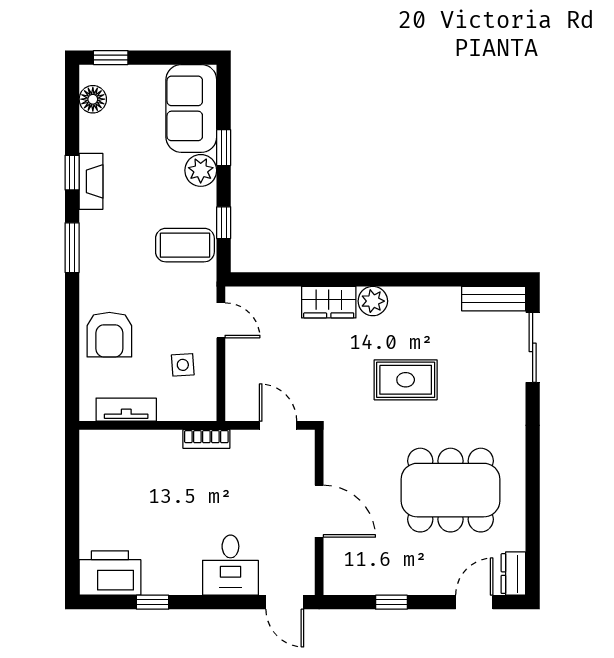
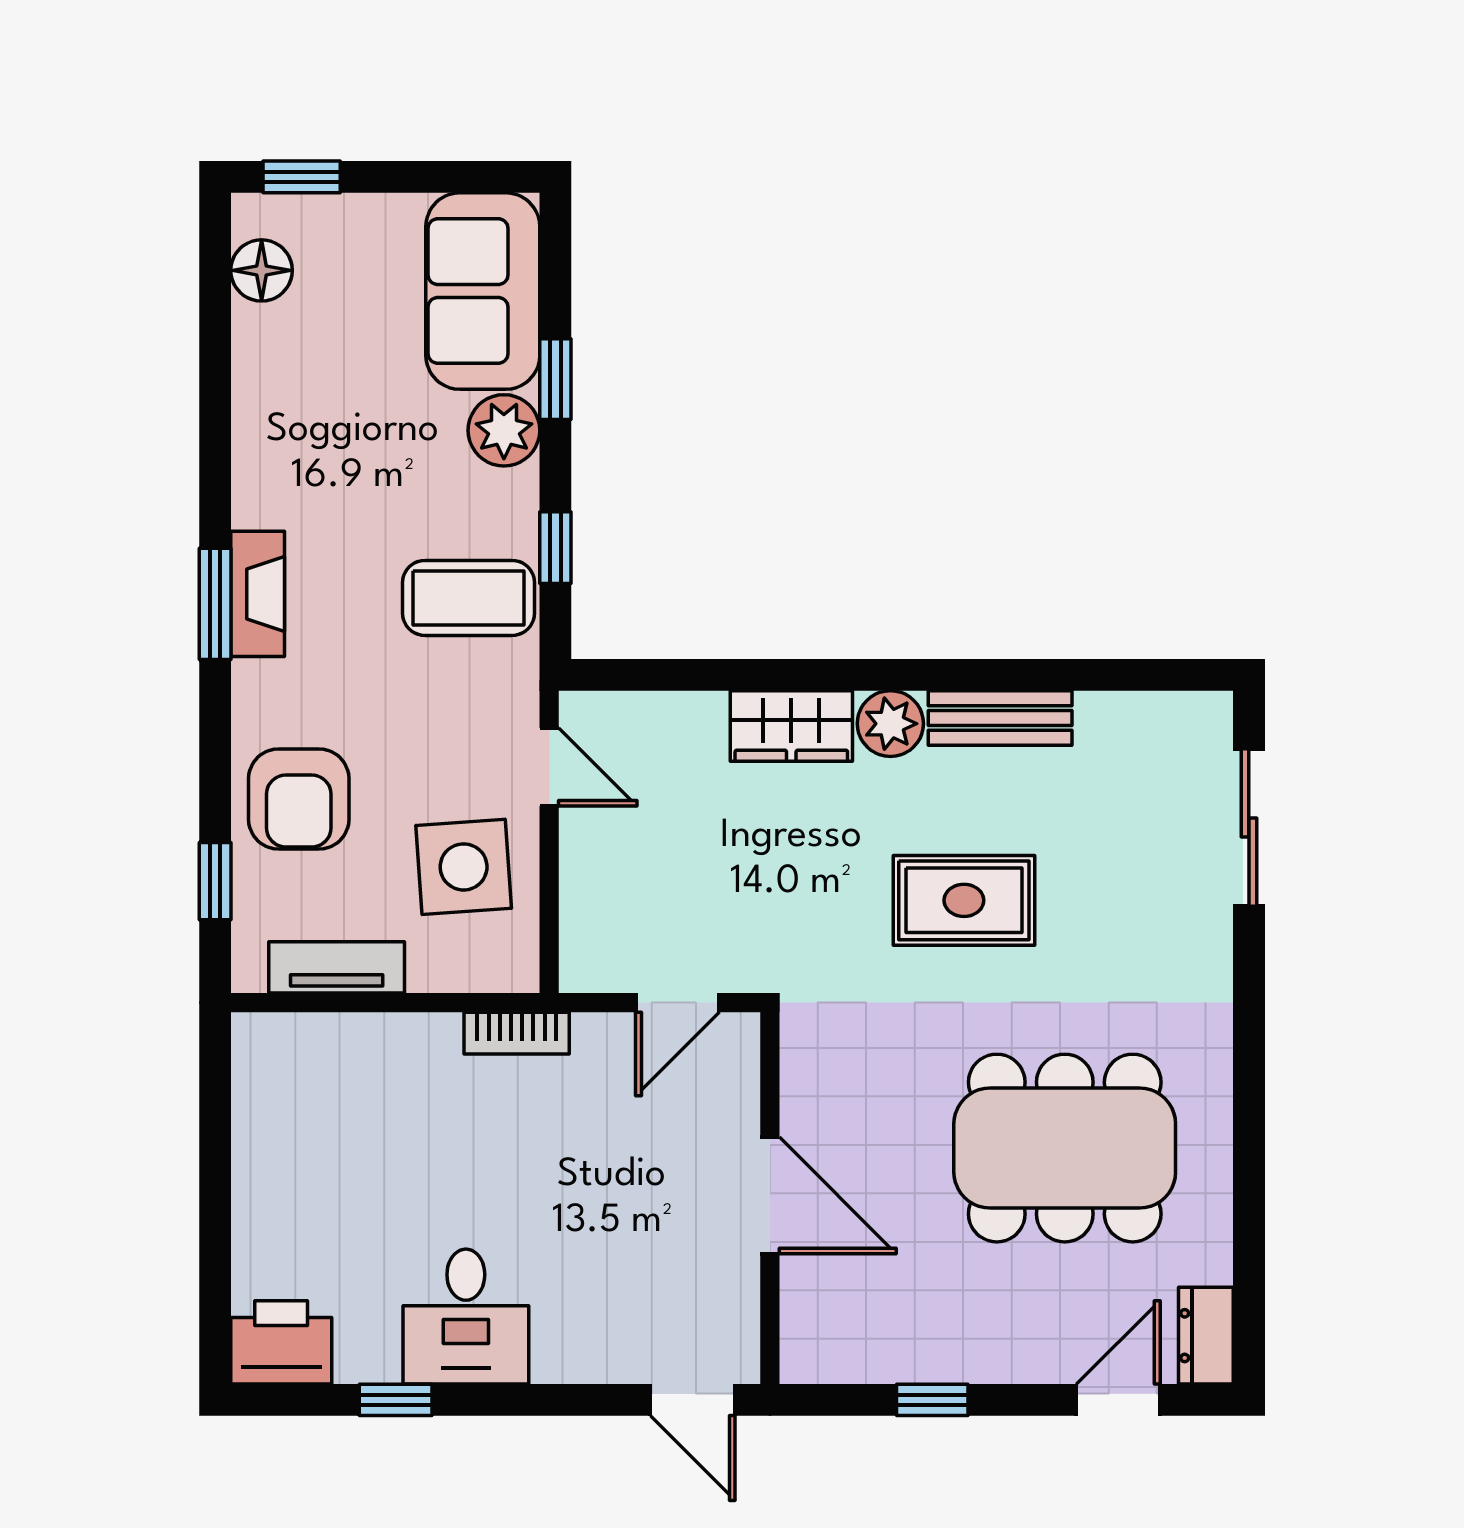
window: (72, 173) -> (215, 881), moved
fireplace: (91, 181) -> (258, 594), moved
bench: (494, 299) -> (1000, 718), moved
side table: (183, 365) -> (464, 867), width x1.87, depth x1.87
door: (278, 425) -> (678, 1003), swing flipped
desk: (230, 565) -> (466, 1317), moved
printer: (110, 573) -> (281, 1342), width x0.73, depth x0.84

